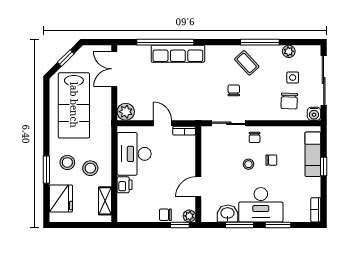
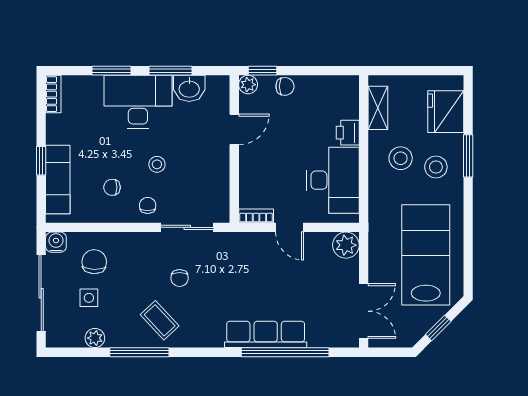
chair: (271, 160) -> (112, 187), moved

